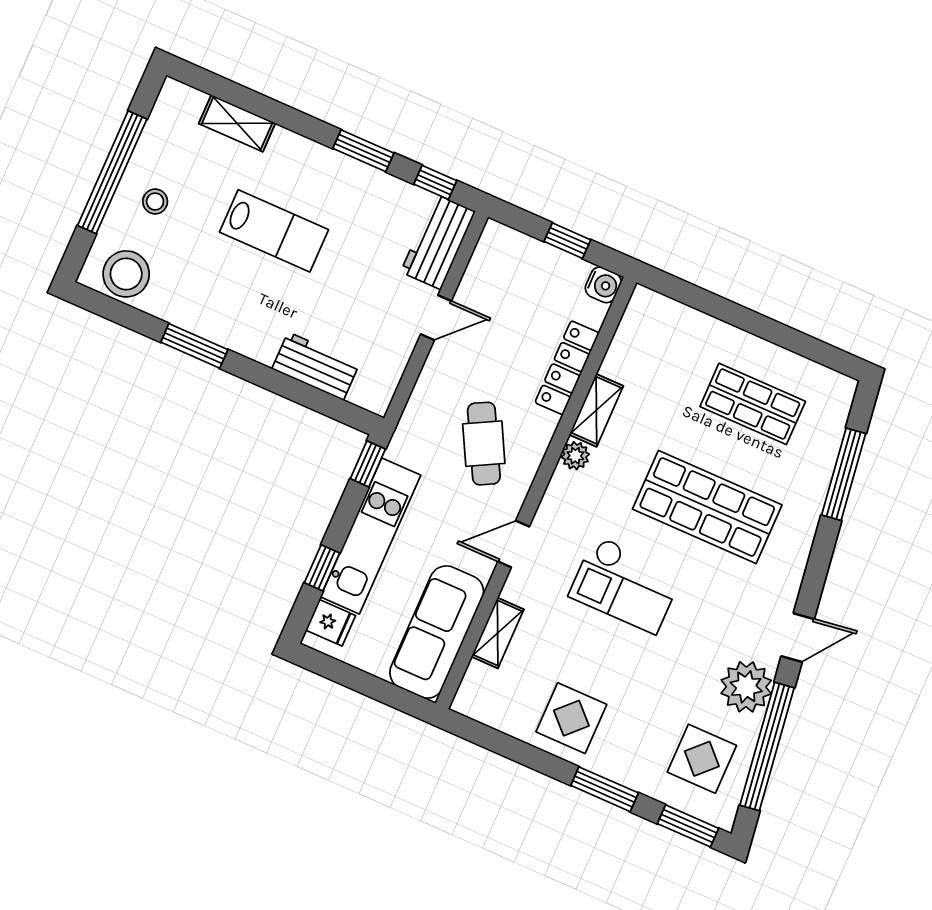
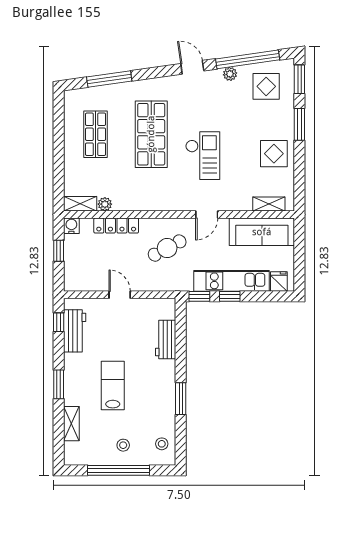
window: (363, 151) -> (59, 384), moved
workbench: (438, 242) -> (75, 331), moved, turned -90
stool: (126, 274) -> (162, 444), width x0.53, depth x0.53
shelving: (596, 410) -> (80, 204), moved
plant: (575, 456) -> (105, 204), moved
door: (514, 544) -> (207, 215), hinge flipped
window: (322, 568) -> (230, 296), moved
shelving: (498, 633) -> (269, 204), moved
plant: (746, 687) -> (230, 74), width x0.53, depth x0.53

